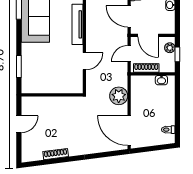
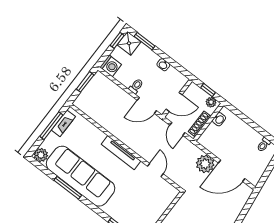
plant: (170, 48) -> (211, 102), moved
door: (129, 130) -> (232, 171), moved

